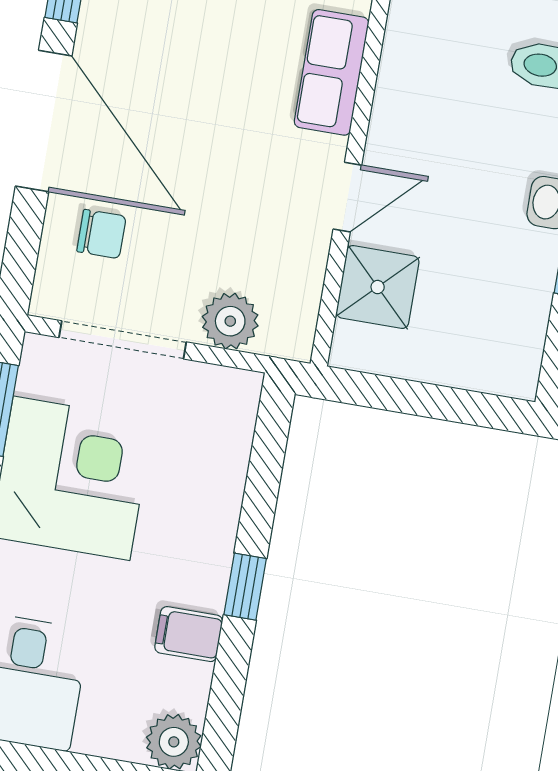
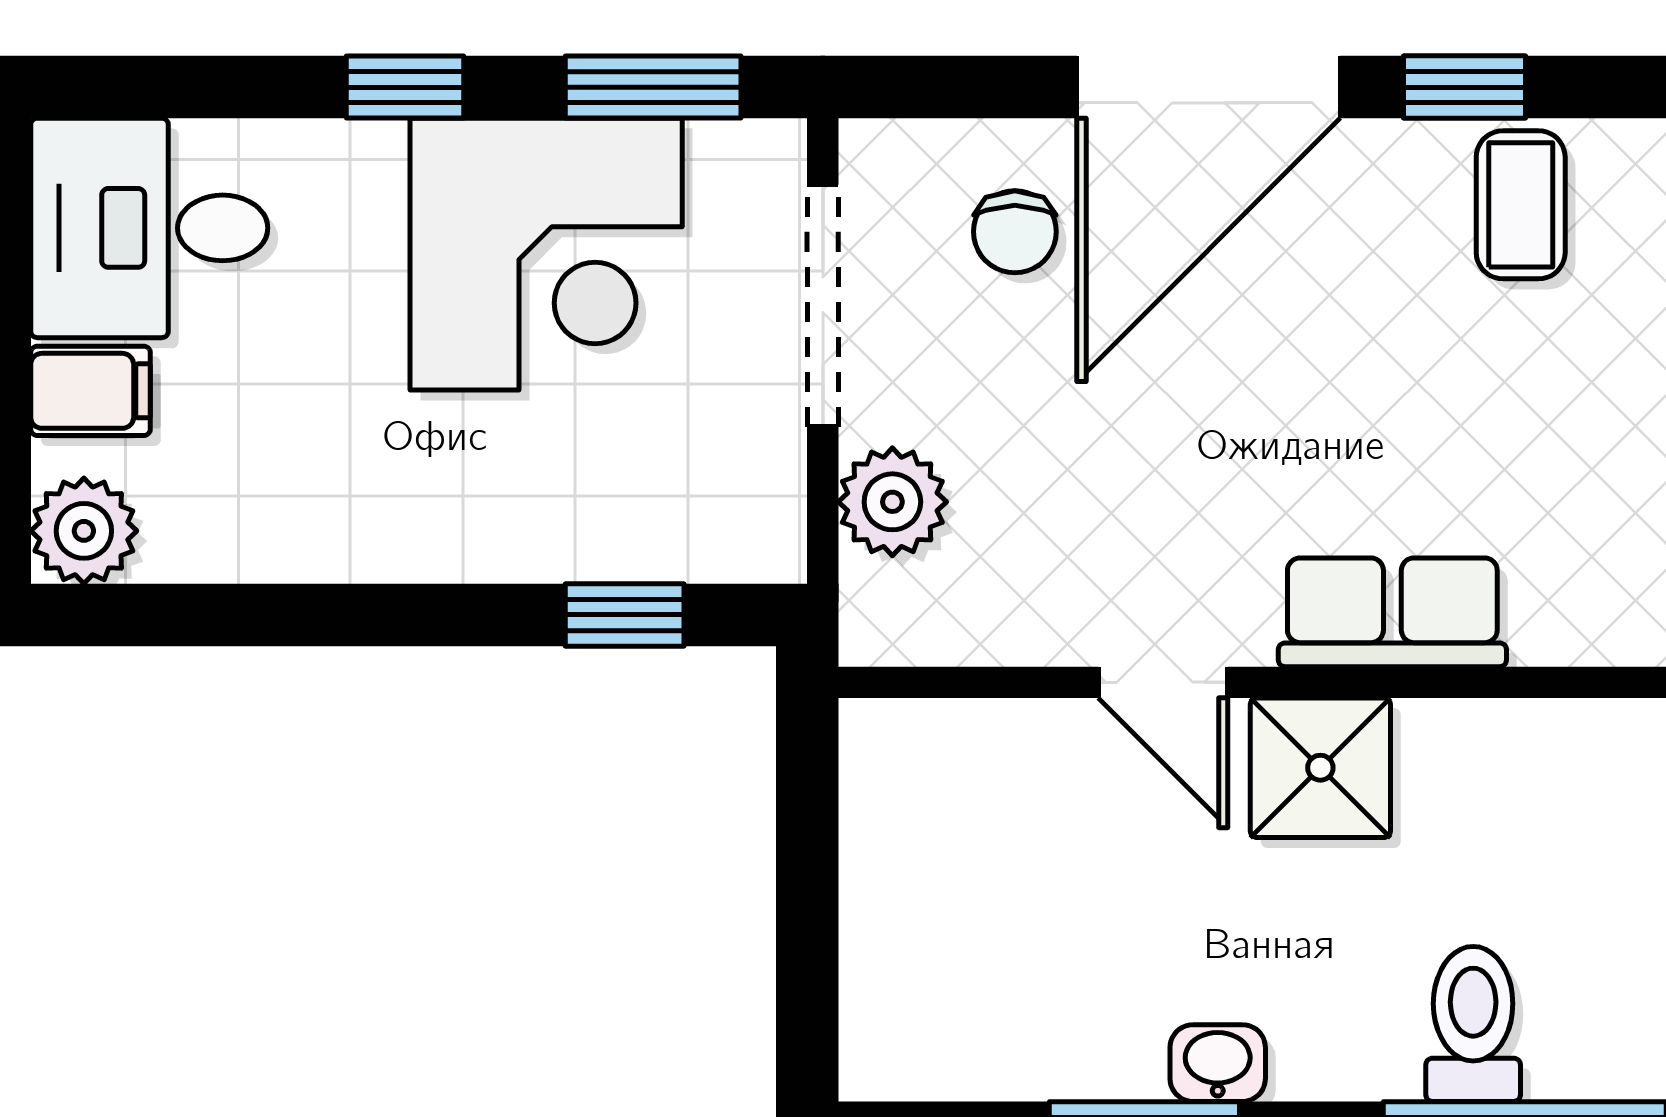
shower: (378, 287) -> (1320, 768), moved
window: (245, 587) -> (625, 615), moved
filing cabinet: (189, 634) -> (91, 391), moved, turned 90

